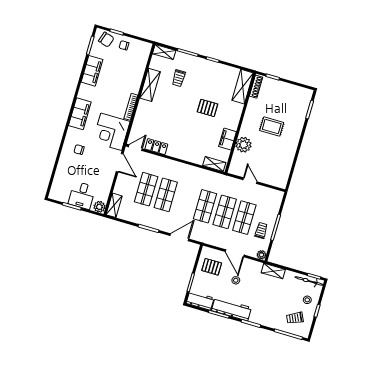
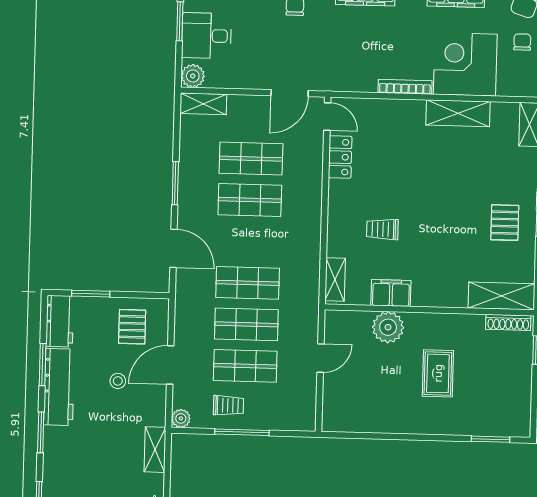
trolley: (179, 78) -> (382, 229), moved
pallet: (208, 108) -> (505, 223), moved
corner desk: (111, 132) -> (465, 64), moved

